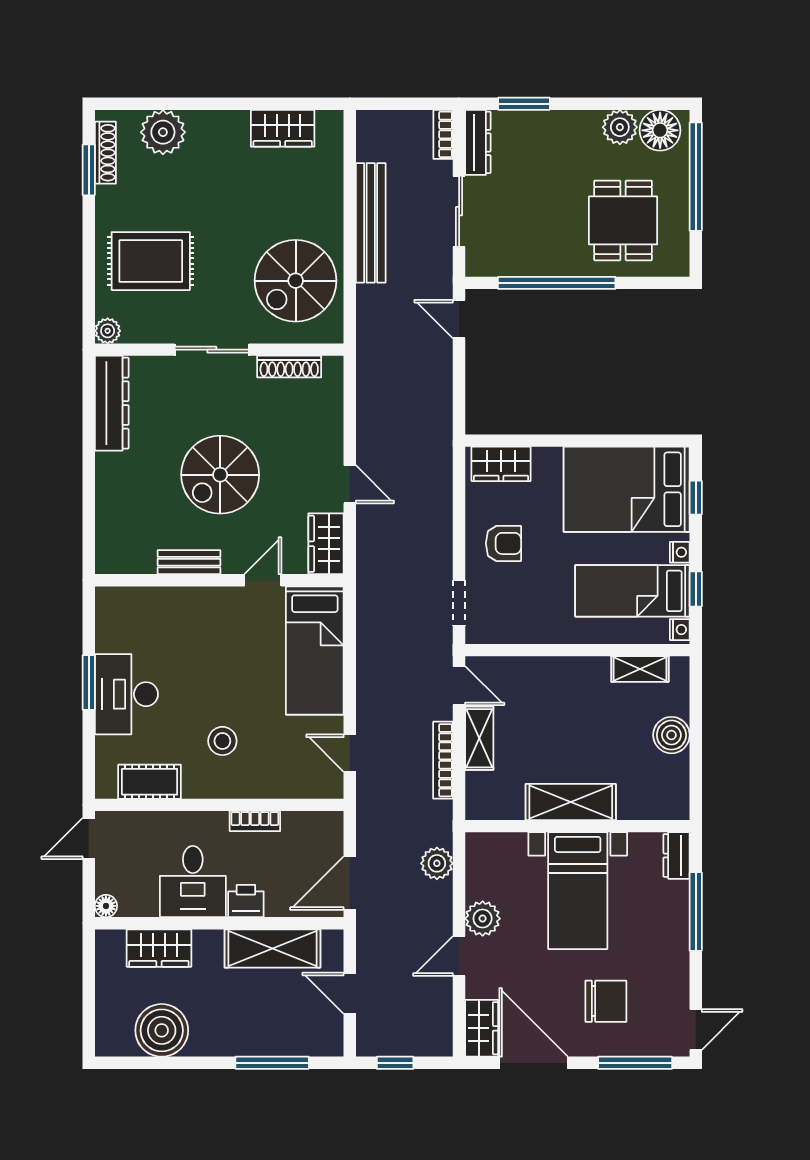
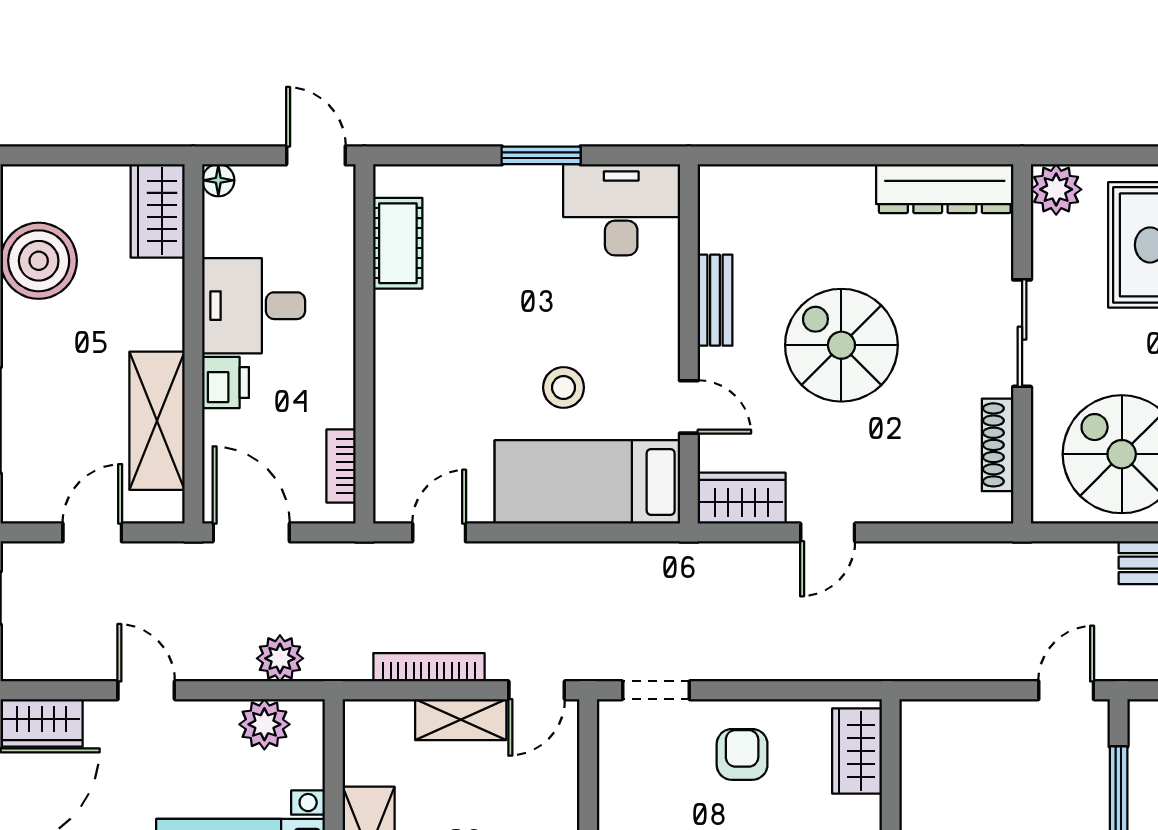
plant: (108, 331) -> (1056, 189), width x1.38, depth x1.38
armchair: (503, 543) -> (742, 754), turned 180
desk: (126, 694) -> (621, 210), moved
stool: (222, 741) -> (564, 387), moved
bookcase: (255, 821) -> (341, 466), moved
plant: (483, 919) -> (264, 724), moved
wardrobe: (159, 948) -> (158, 211), moved

